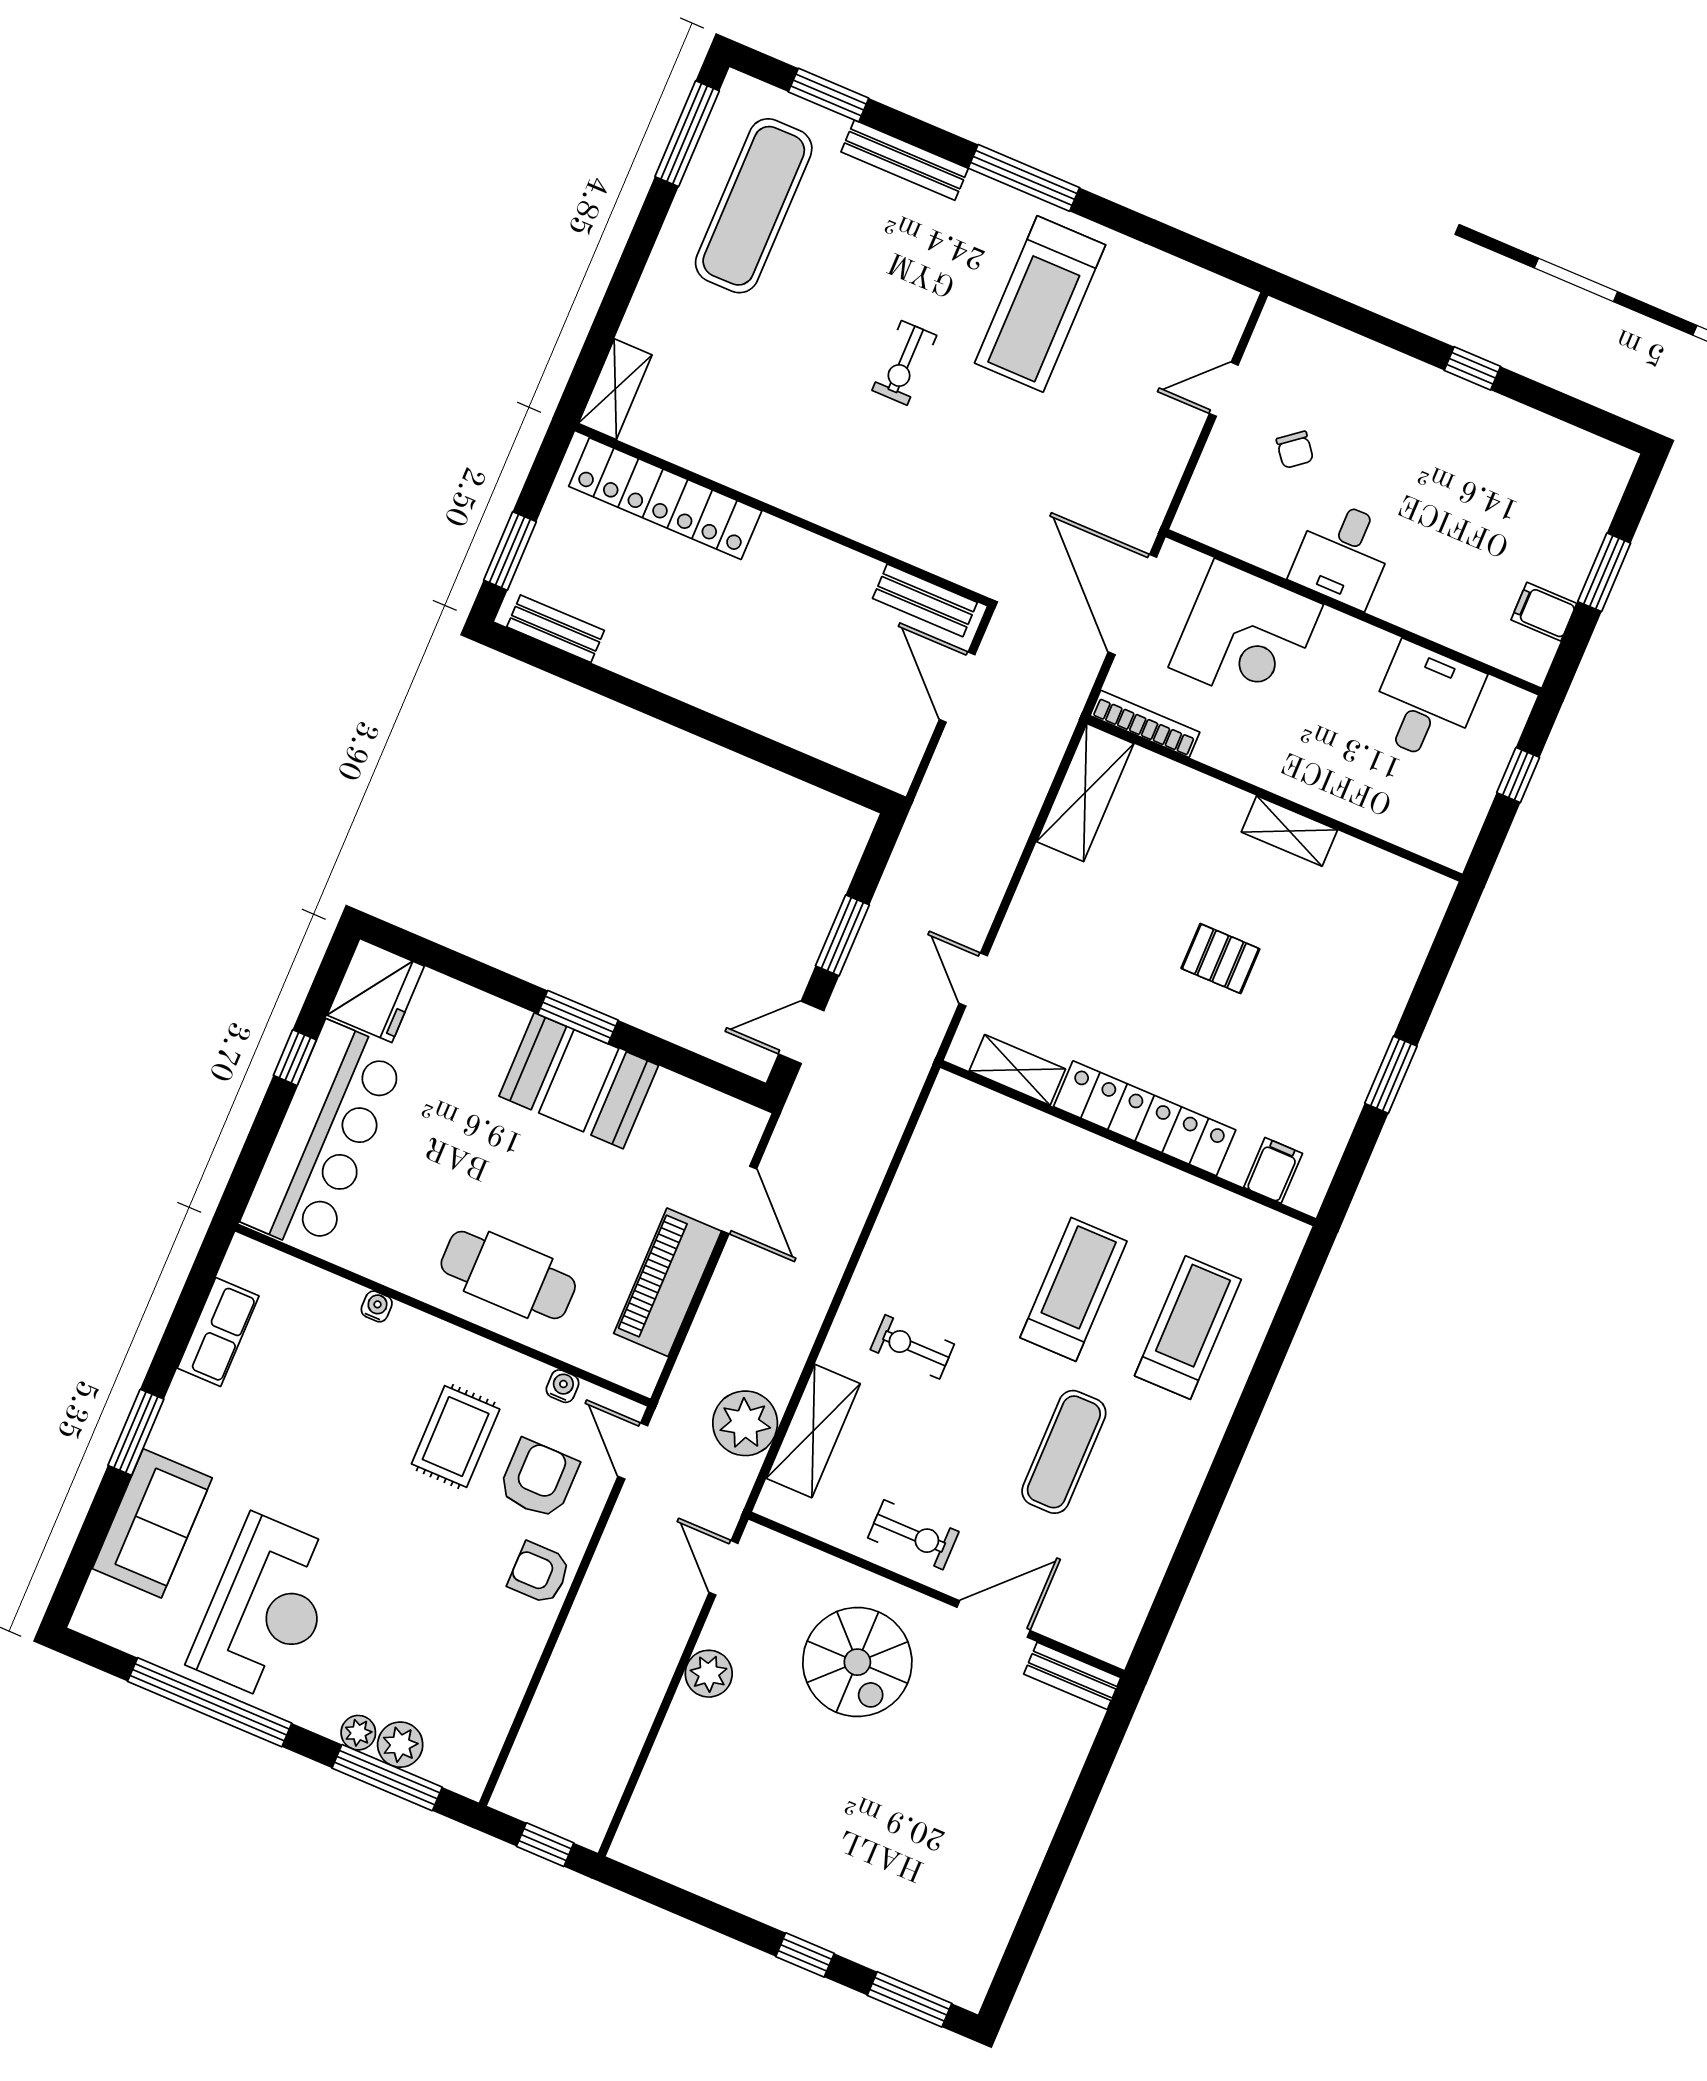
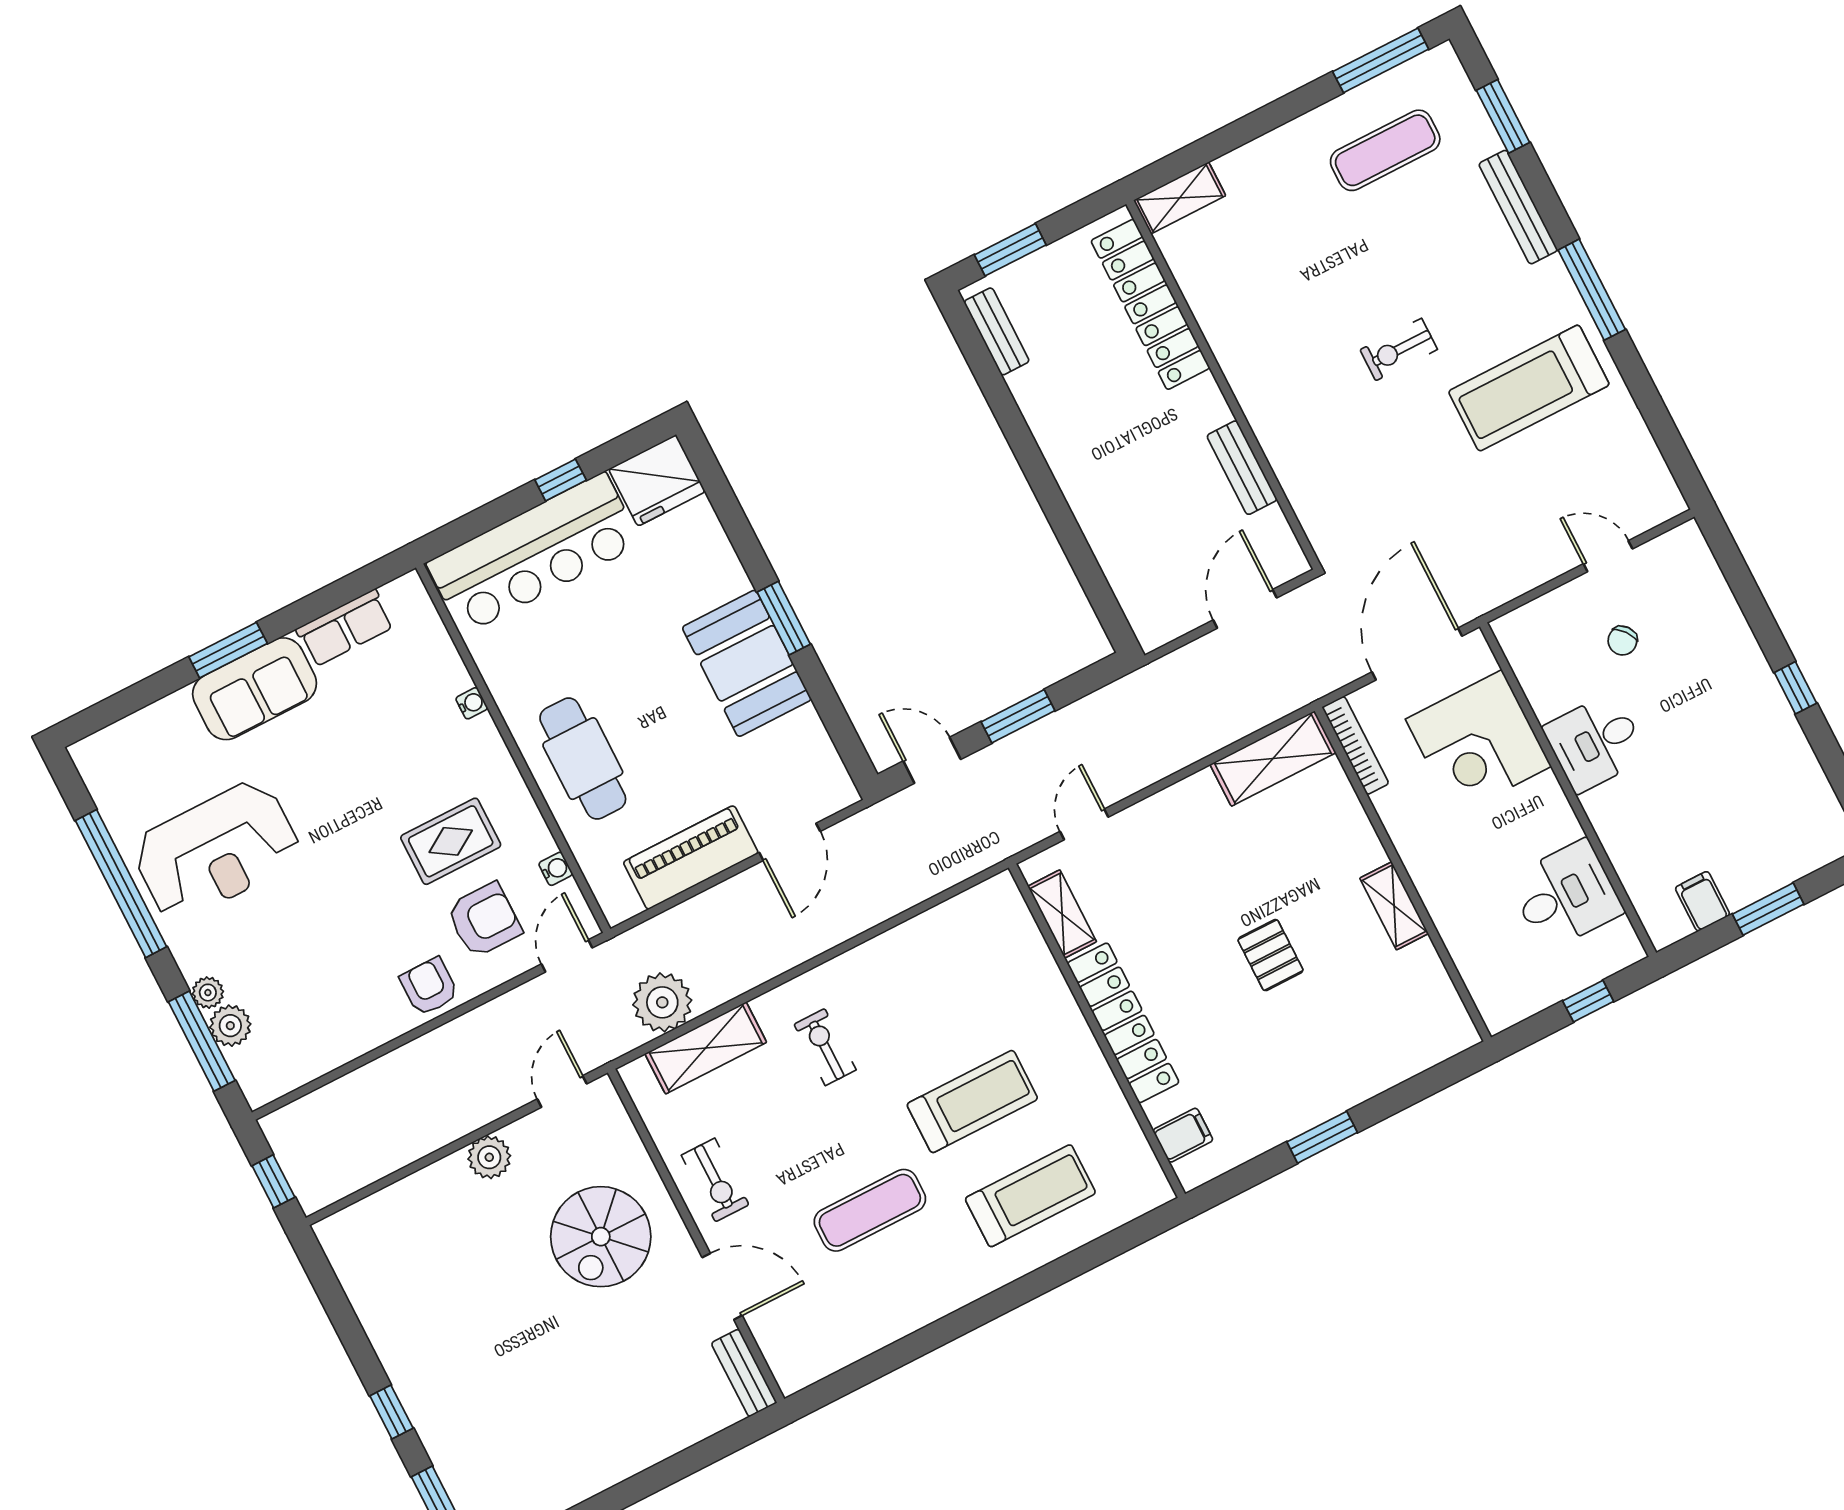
exercise mat: (754, 206) -> (1385, 150), width x0.73, depth x0.69
bench: (925, 600) -> (1242, 468), moved
sofa: (152, 1523) -> (255, 689), moved

